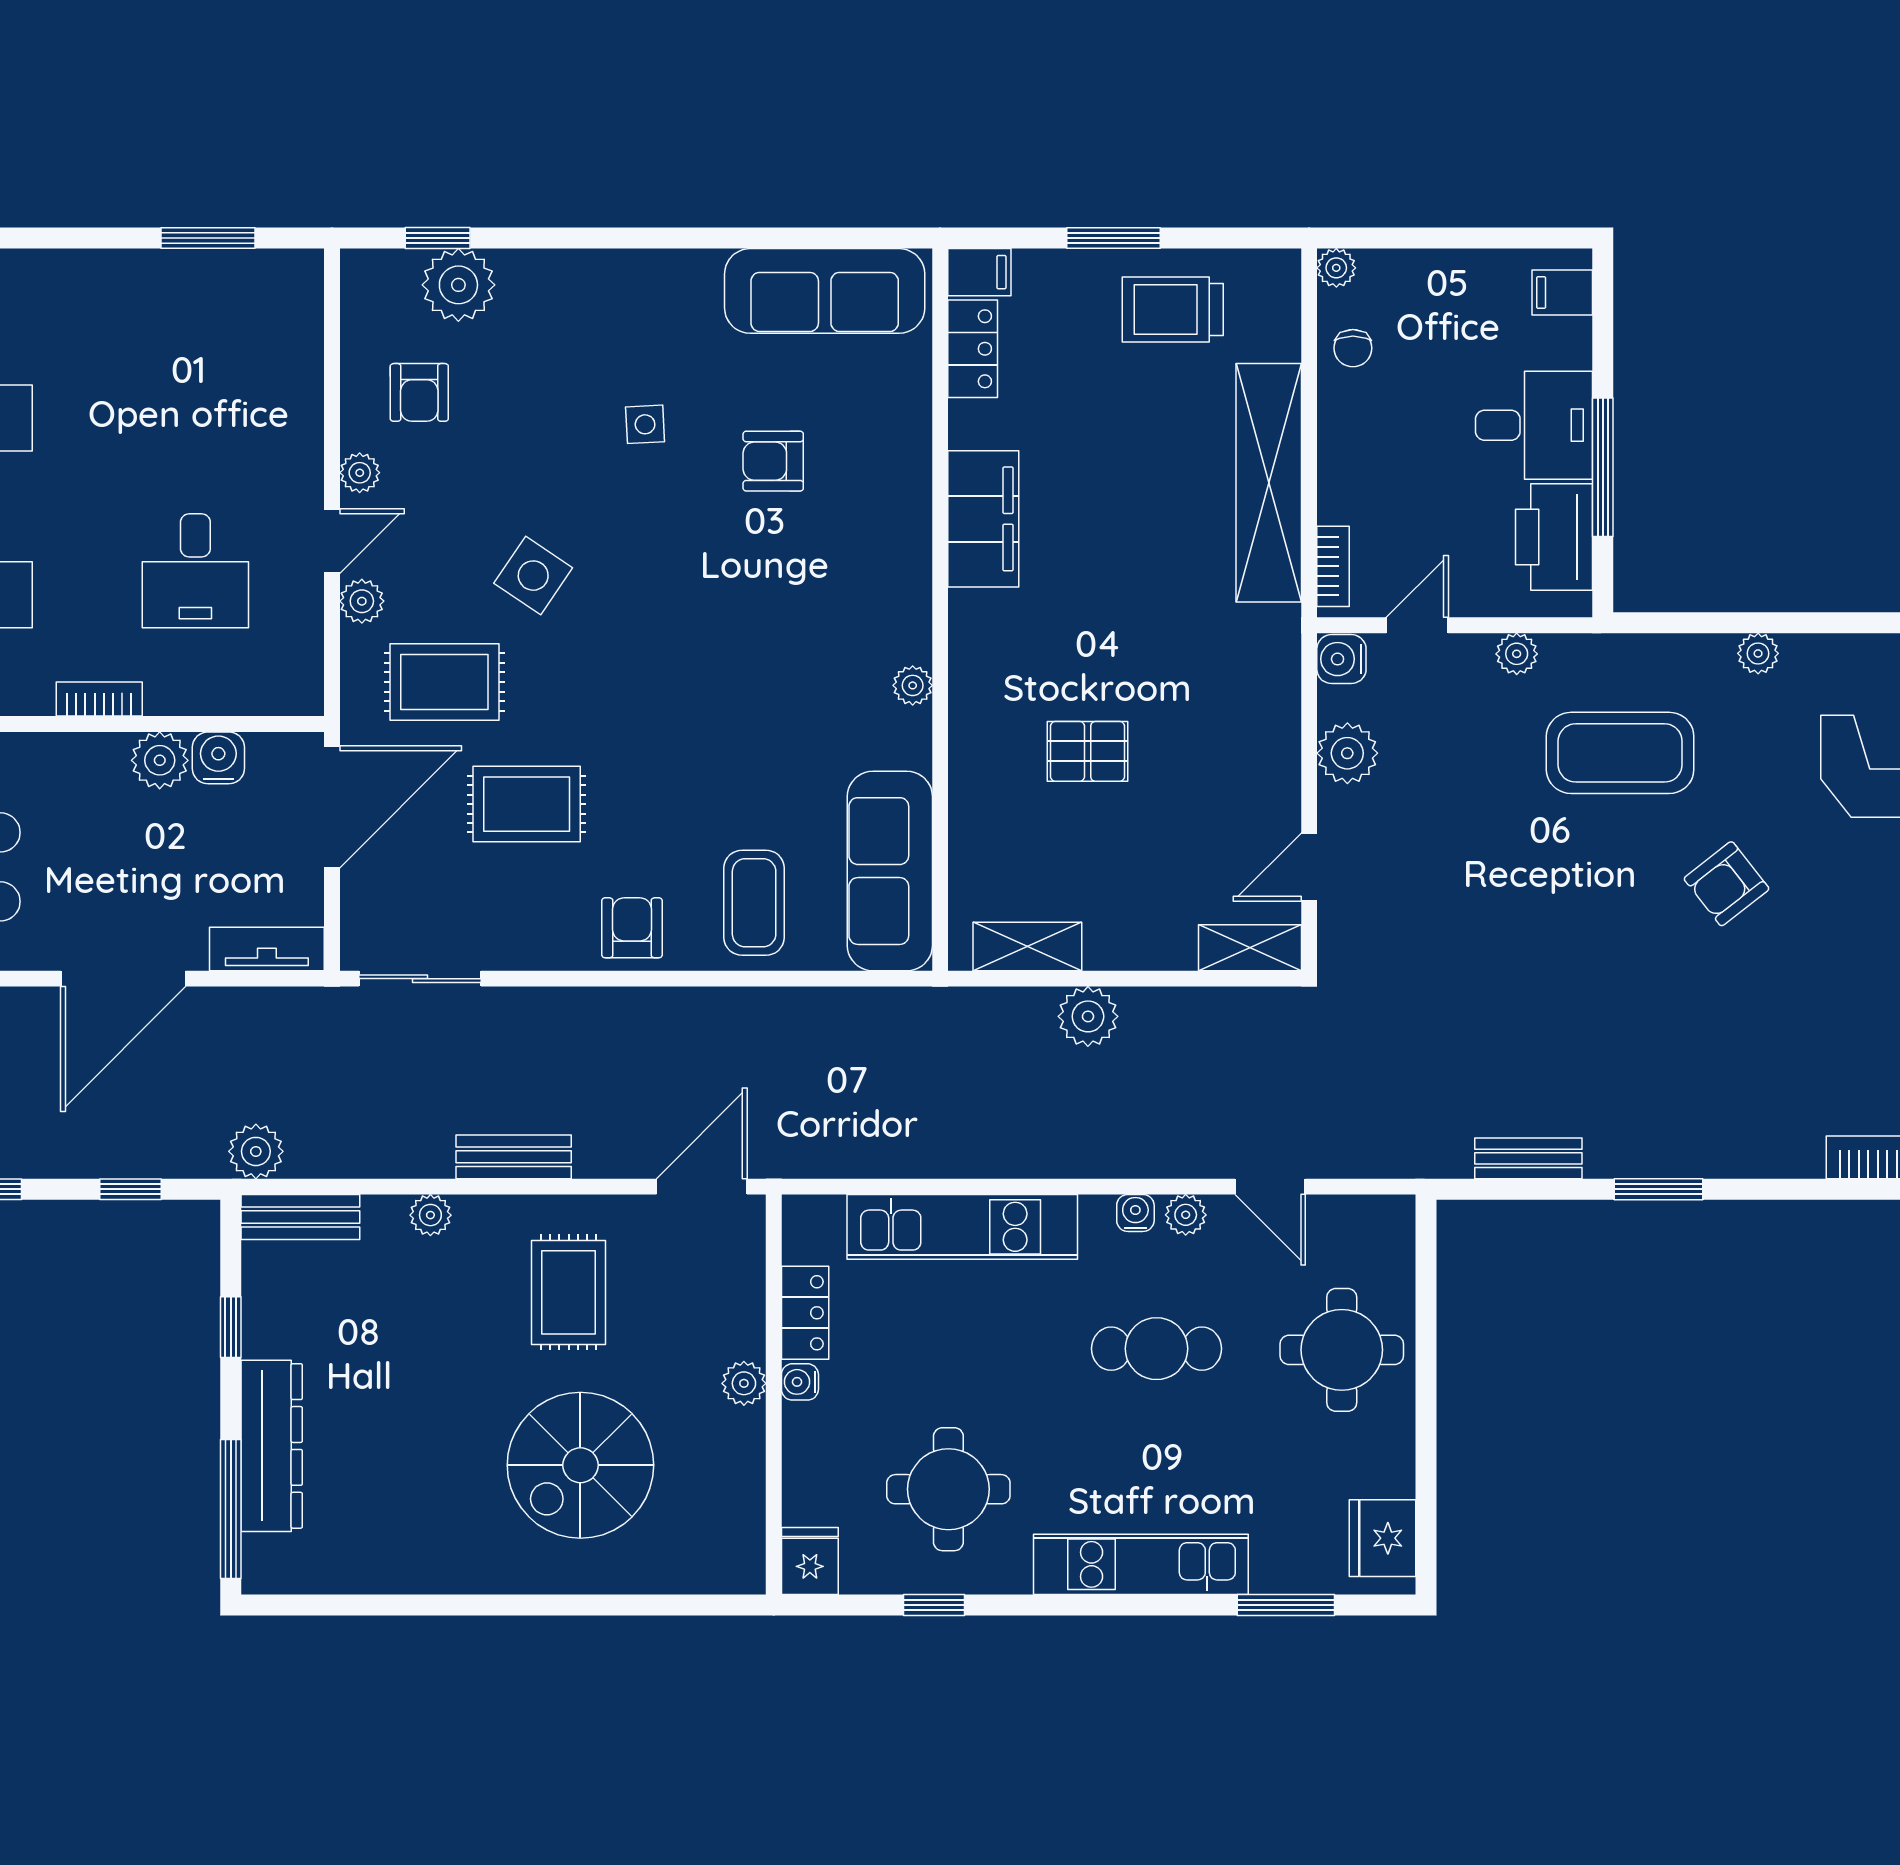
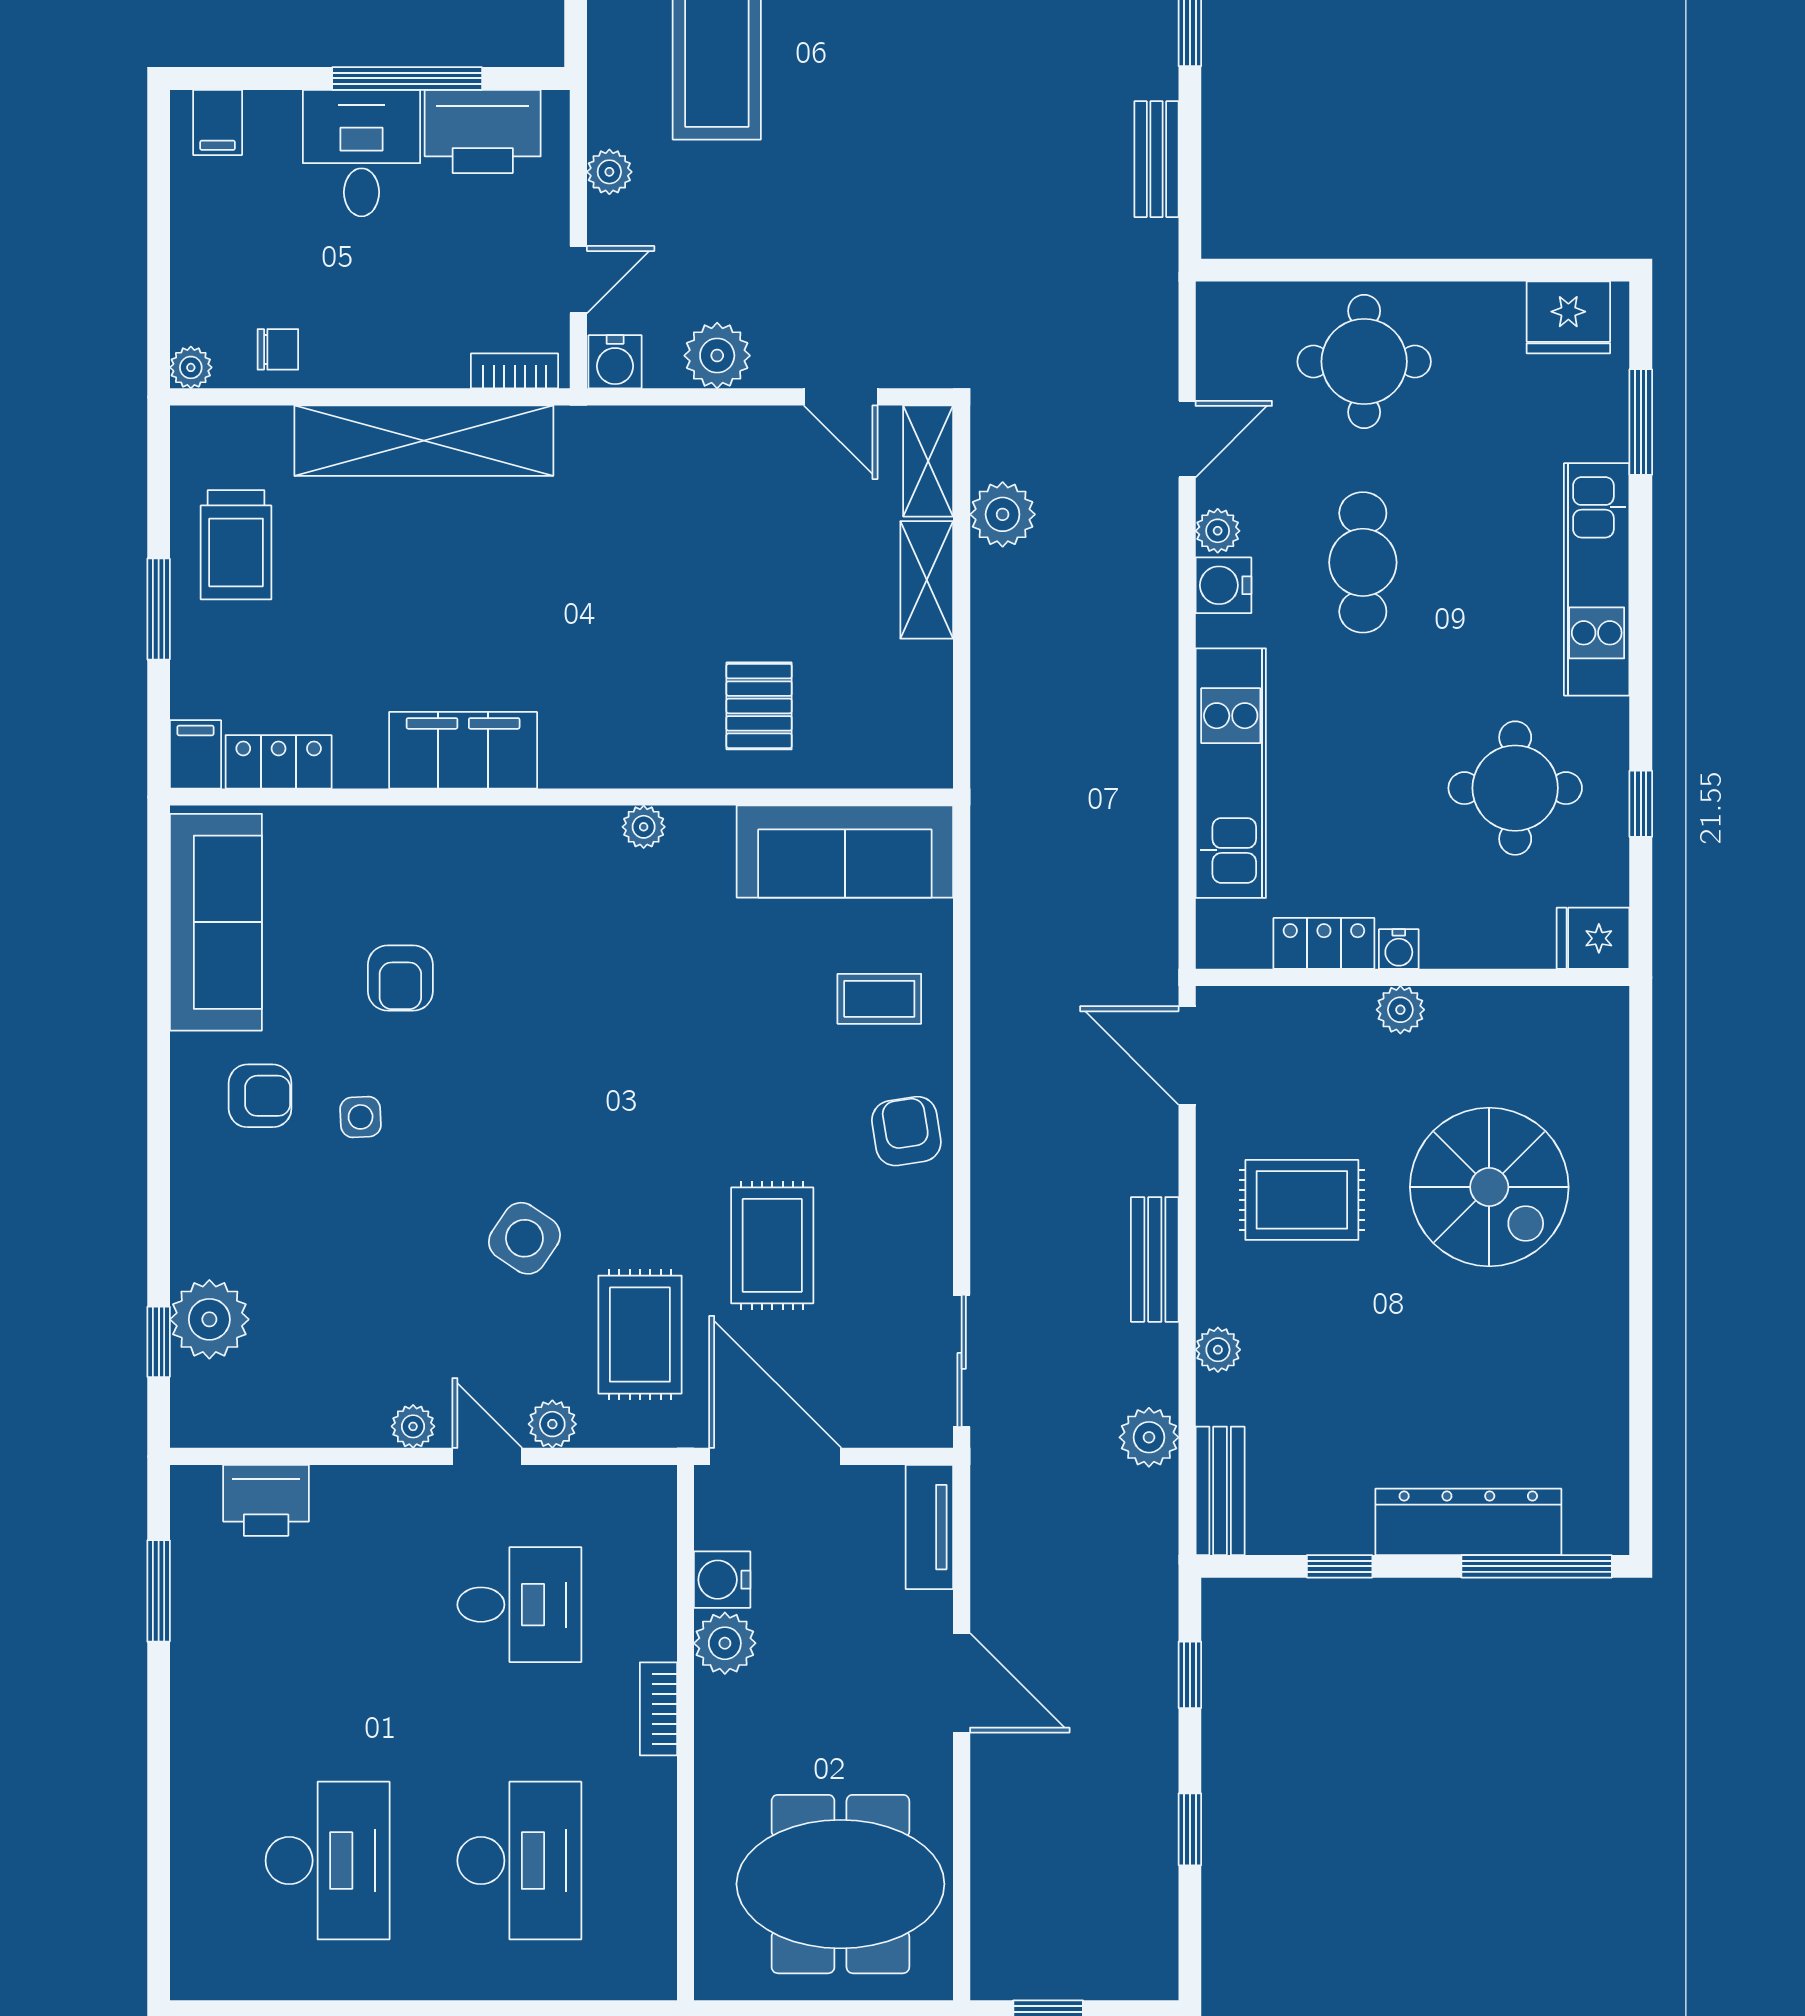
printer: (292, 337) -> (266, 1500), added
armchair: (419, 392) -> (260, 1096), moved
door: (1417, 625) -> (578, 280), swing flipped
pallet: (1088, 751) -> (759, 706), moved
coffee table: (754, 903) -> (879, 999), width x0.73, depth x0.77
armchair: (632, 928) -> (906, 1131), turned 81
shelving: (1027, 946) -> (927, 580), moved
door: (123, 979) -> (962, 1683), width x0.73
plant: (1088, 1016) -> (1003, 514), moved
plant: (256, 1151) -> (1149, 1437), moved
water cooler: (1135, 1213) -> (1223, 585), width x1.38, depth x1.38

